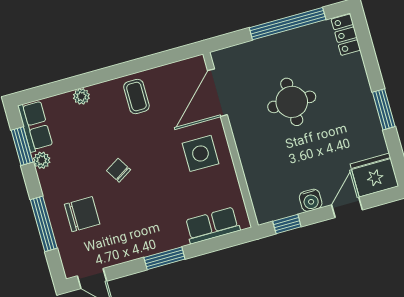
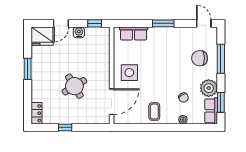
window: (288, 24) -> (65, 127), width x0.32
round table: (292, 102) -> (74, 86), turned -31
plant: (42, 160) -> (209, 88), width x1.88, depth x1.88
chair: (119, 170) -> (183, 98), moved

